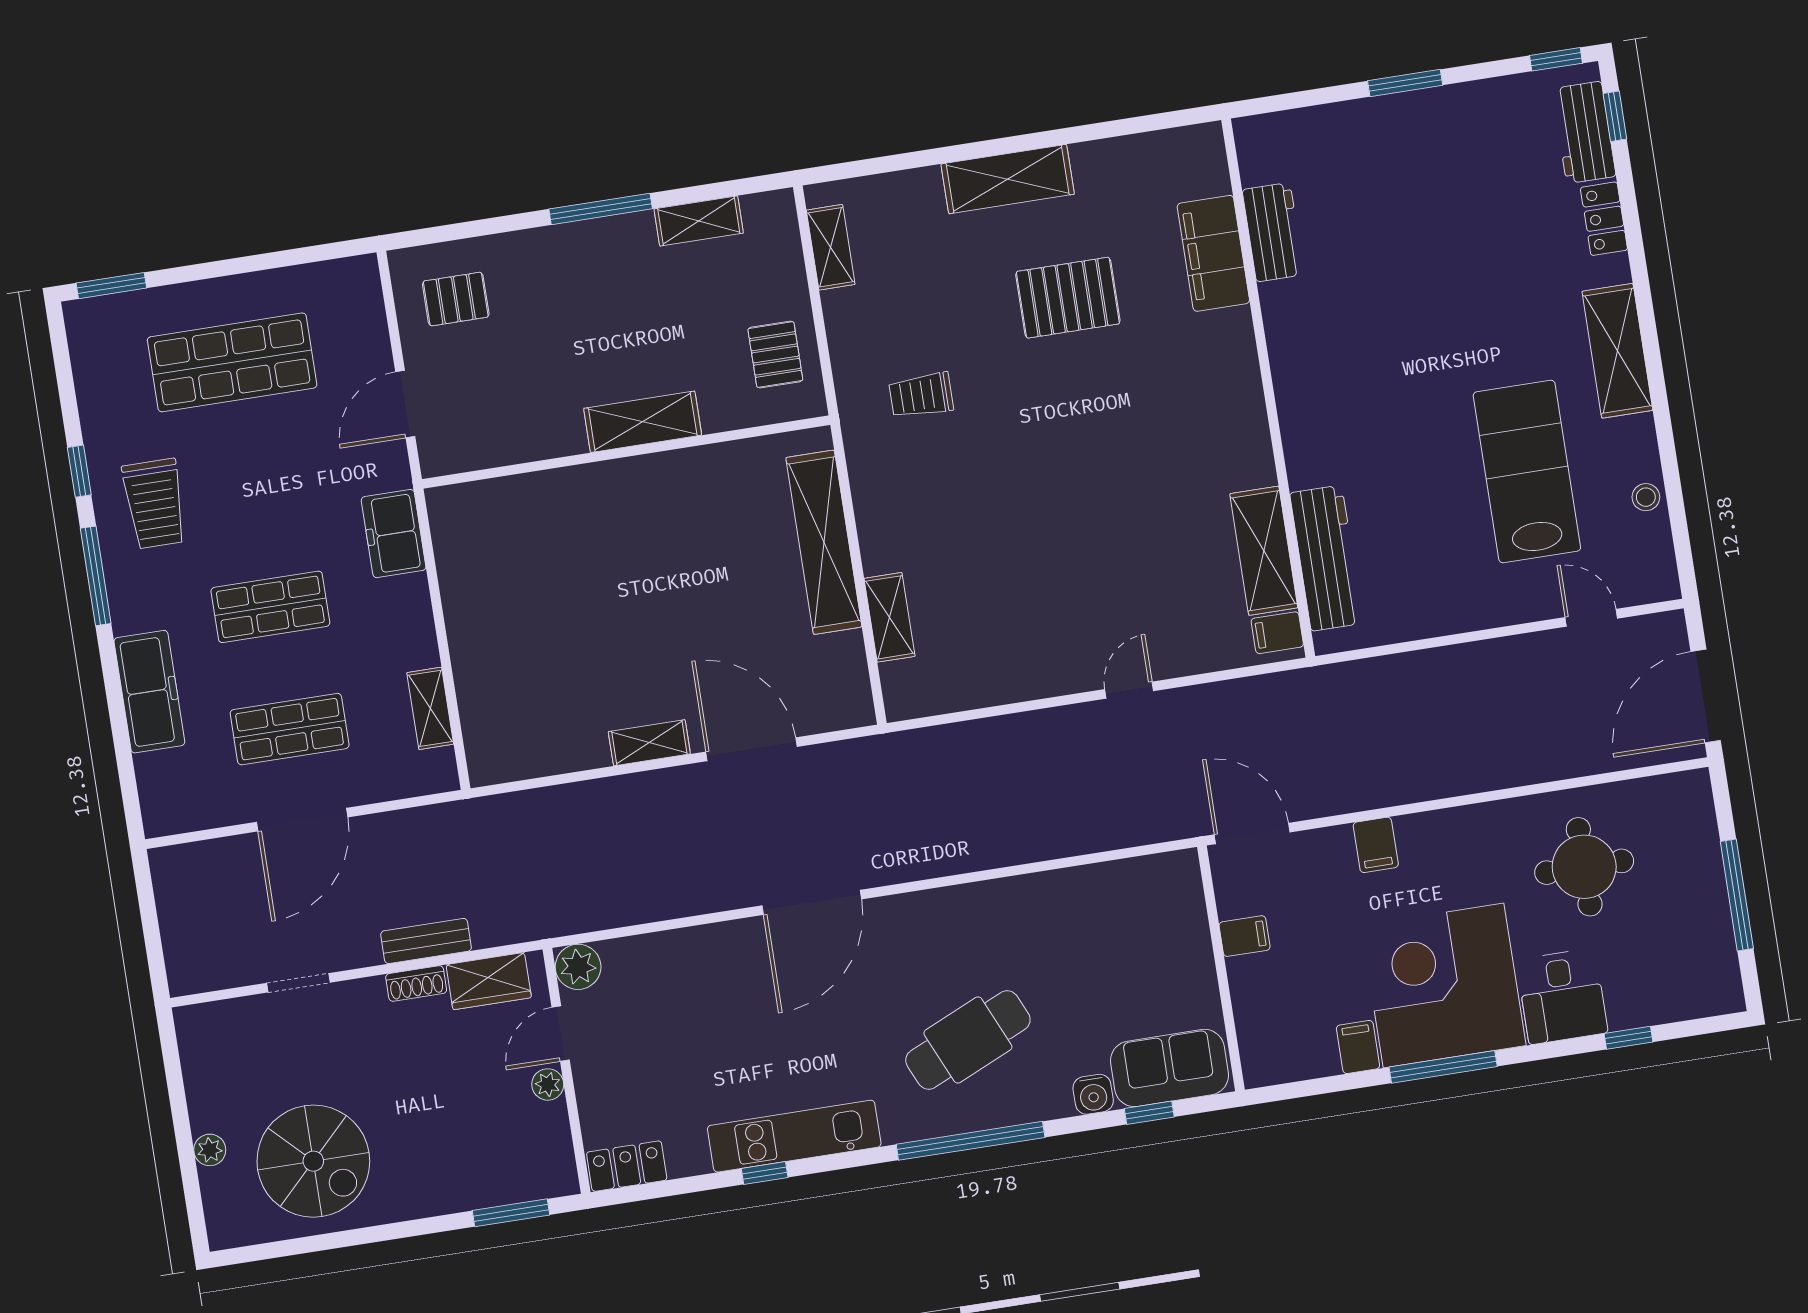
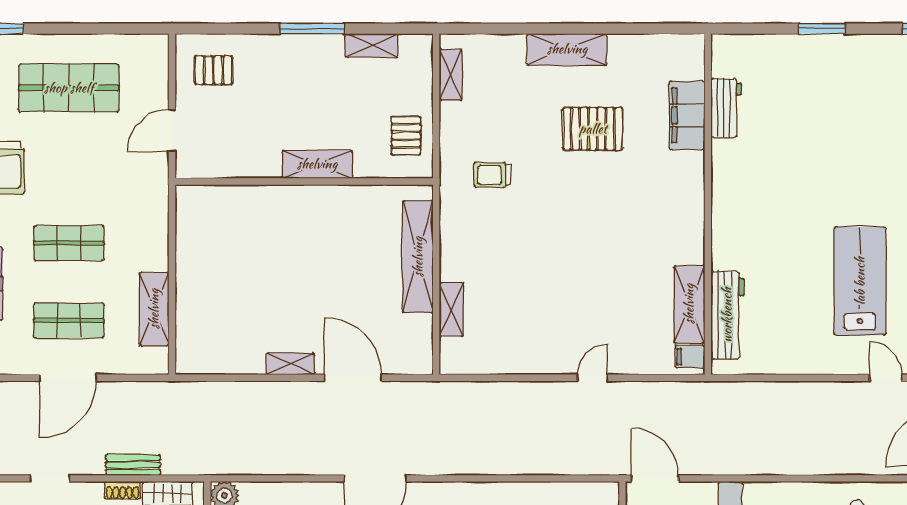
freezer: (394, 534) -> (152, 209), removed
shelving: (430, 708) -> (154, 309), width x1.50, depth x1.33

